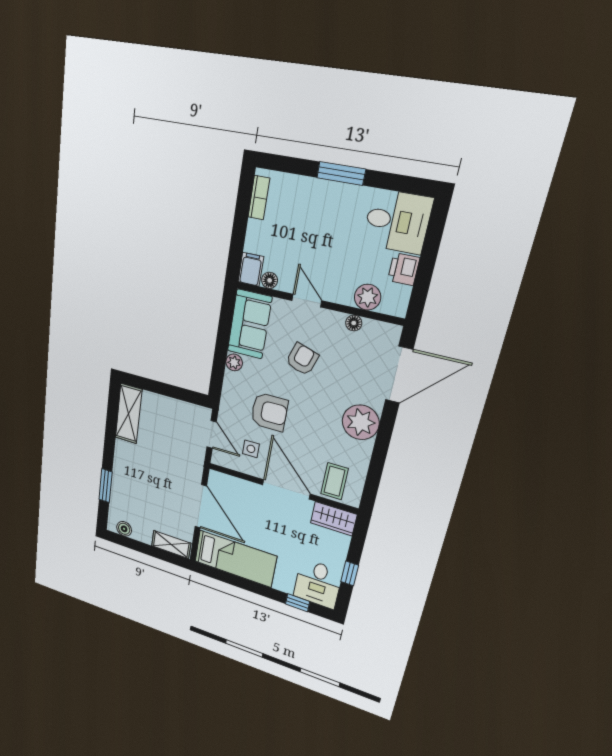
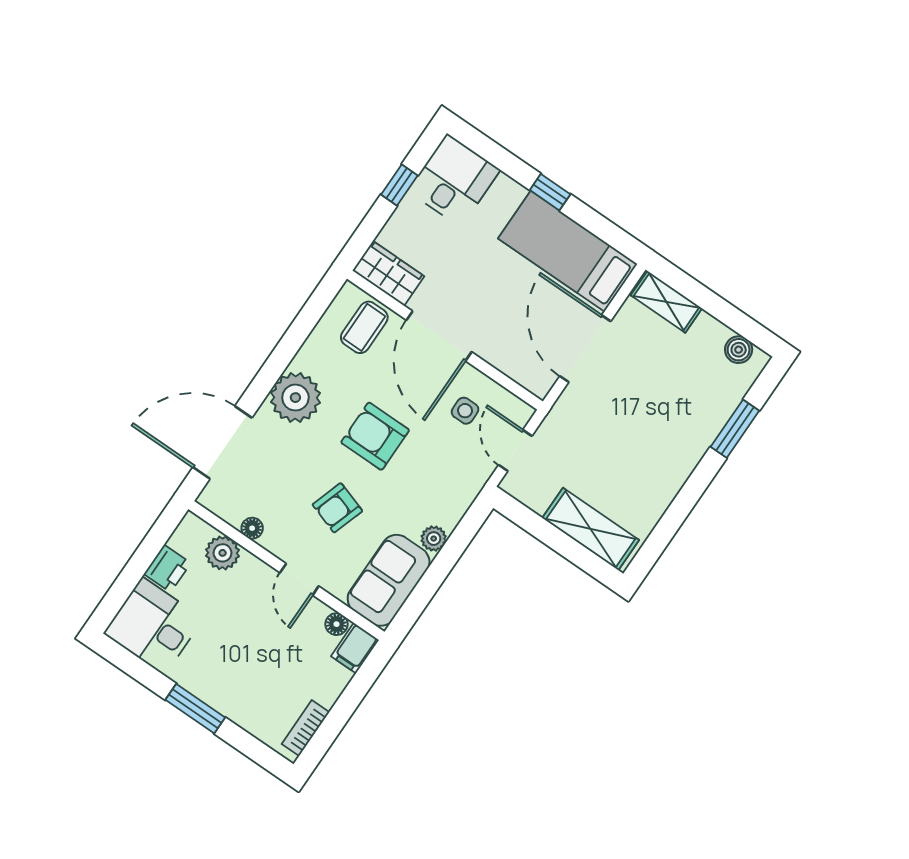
armchair: (269, 412) -> (375, 436), moved
shelving: (129, 414) -> (591, 529), moved, turned 90
window: (298, 603) -> (550, 192), moved

